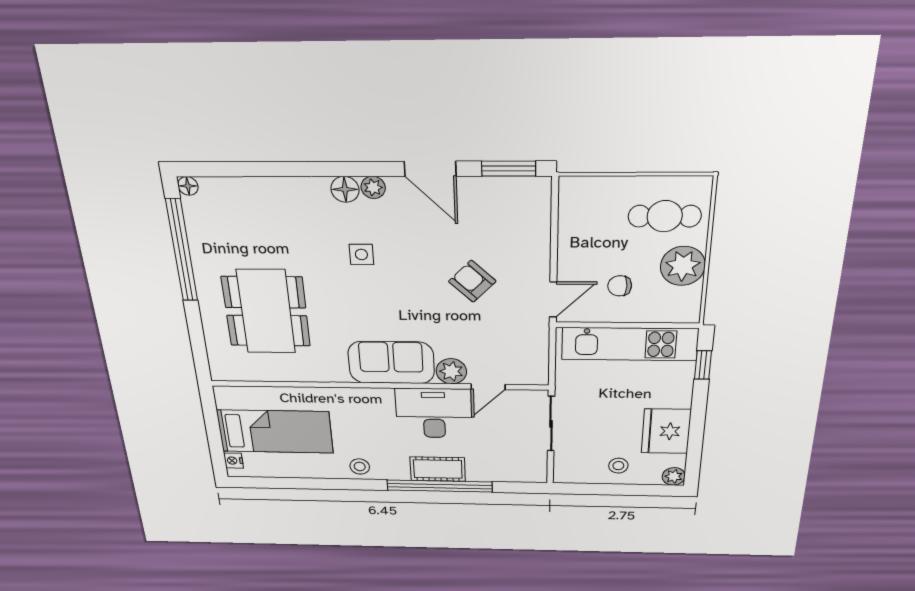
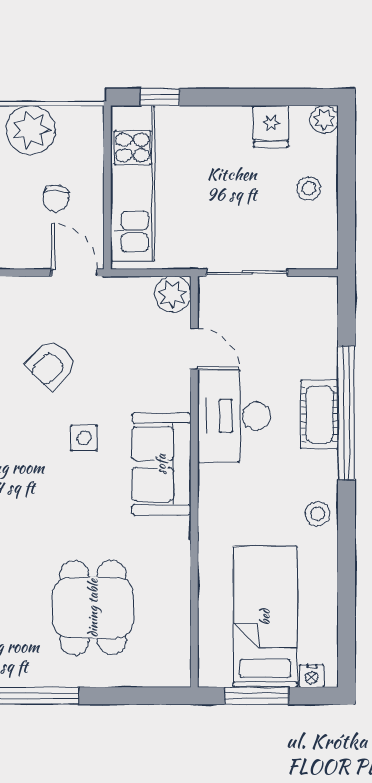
side table: (361, 254) -> (84, 438), moved
dining table: (266, 312) -> (93, 608), width x0.73
plant: (451, 371) -> (173, 294), moved
window: (212, 425) -> (257, 696), added
fridge: (666, 431) -> (271, 126), width x0.53, depth x0.75

